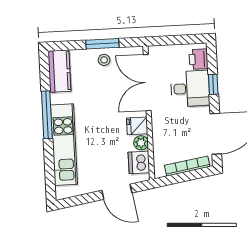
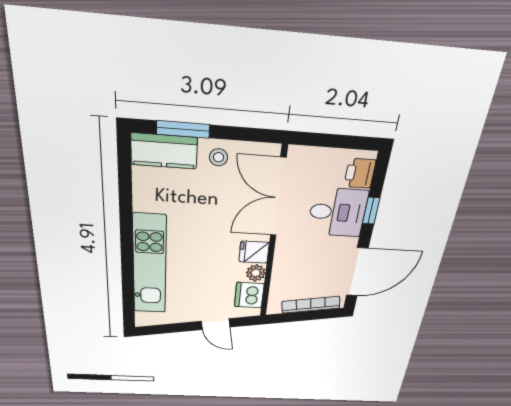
window: (102, 44) -> (183, 129), moved
kitchen counter: (59, 71) -> (164, 151), moved, turned 90
window: (47, 115) -> (126, 225), removed
door: (117, 192) -> (216, 324), width x0.73

